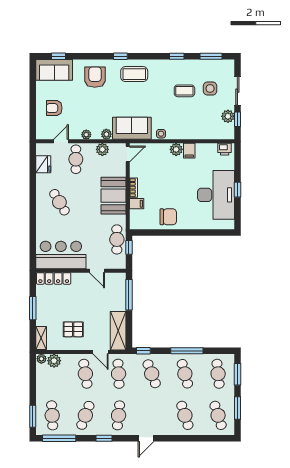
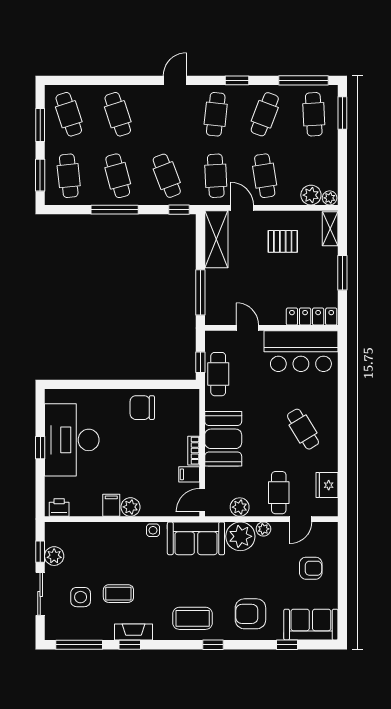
window: (59, 56) -> (287, 645), moved
window: (211, 56) -> (79, 645), width x1.44
fireplace: (174, 65) -> (133, 632), added
armchair: (95, 77) -> (250, 614), turned 90
plant: (106, 134) -> (240, 536), width x1.88, depth x1.88
filing cabinet: (137, 204) -> (189, 474), moved

